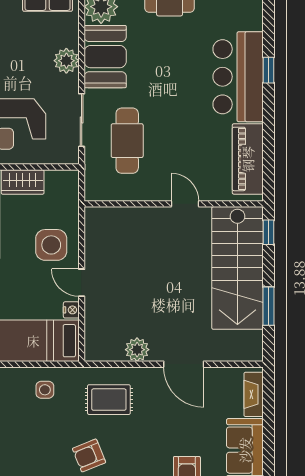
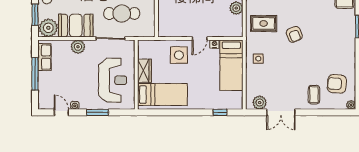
rug: (109, 400) -> (264, 23), turned 90

